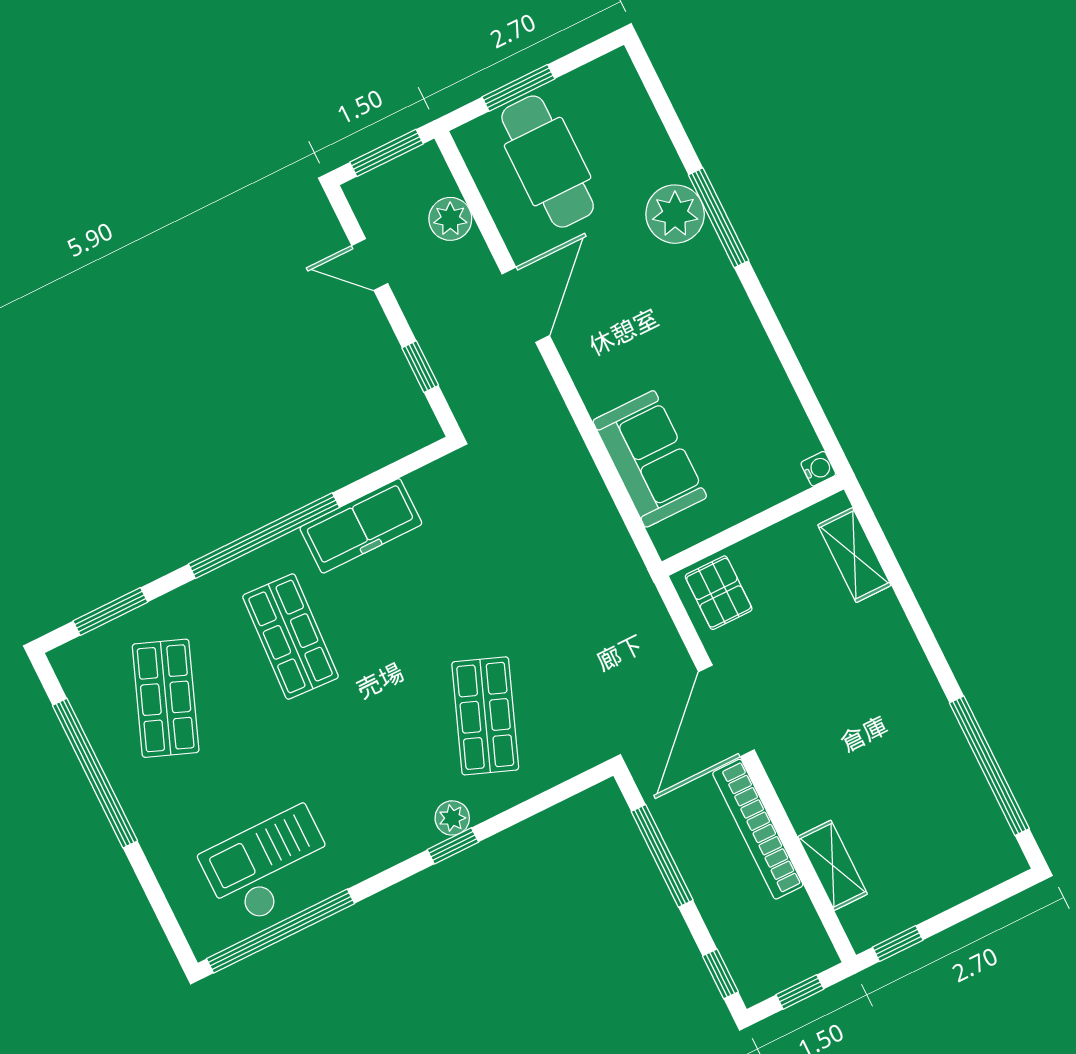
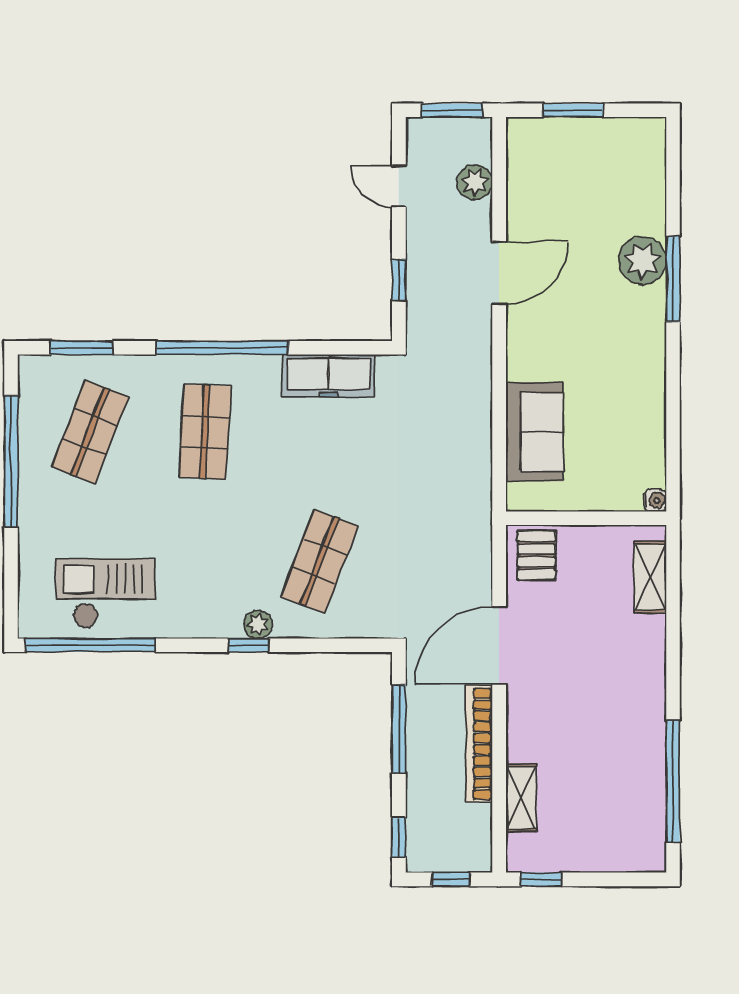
cafe table: (548, 162) -> (567, 175), removed
freezer: (361, 526) -> (328, 376), moved

